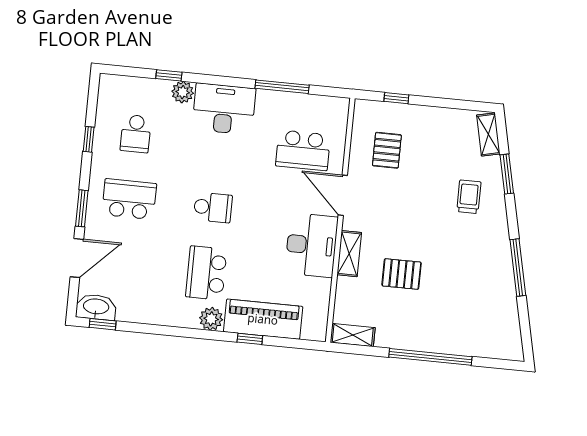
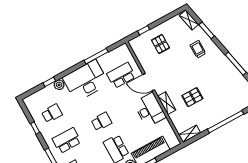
desk: (224, 109) -> (86, 81), width x1.36, depth x1.30
school desk: (136, 134) -> (52, 113), turned -90
school desk: (303, 150) -> (121, 75), turned 180
pallet: (387, 150) -> (160, 44), moved

